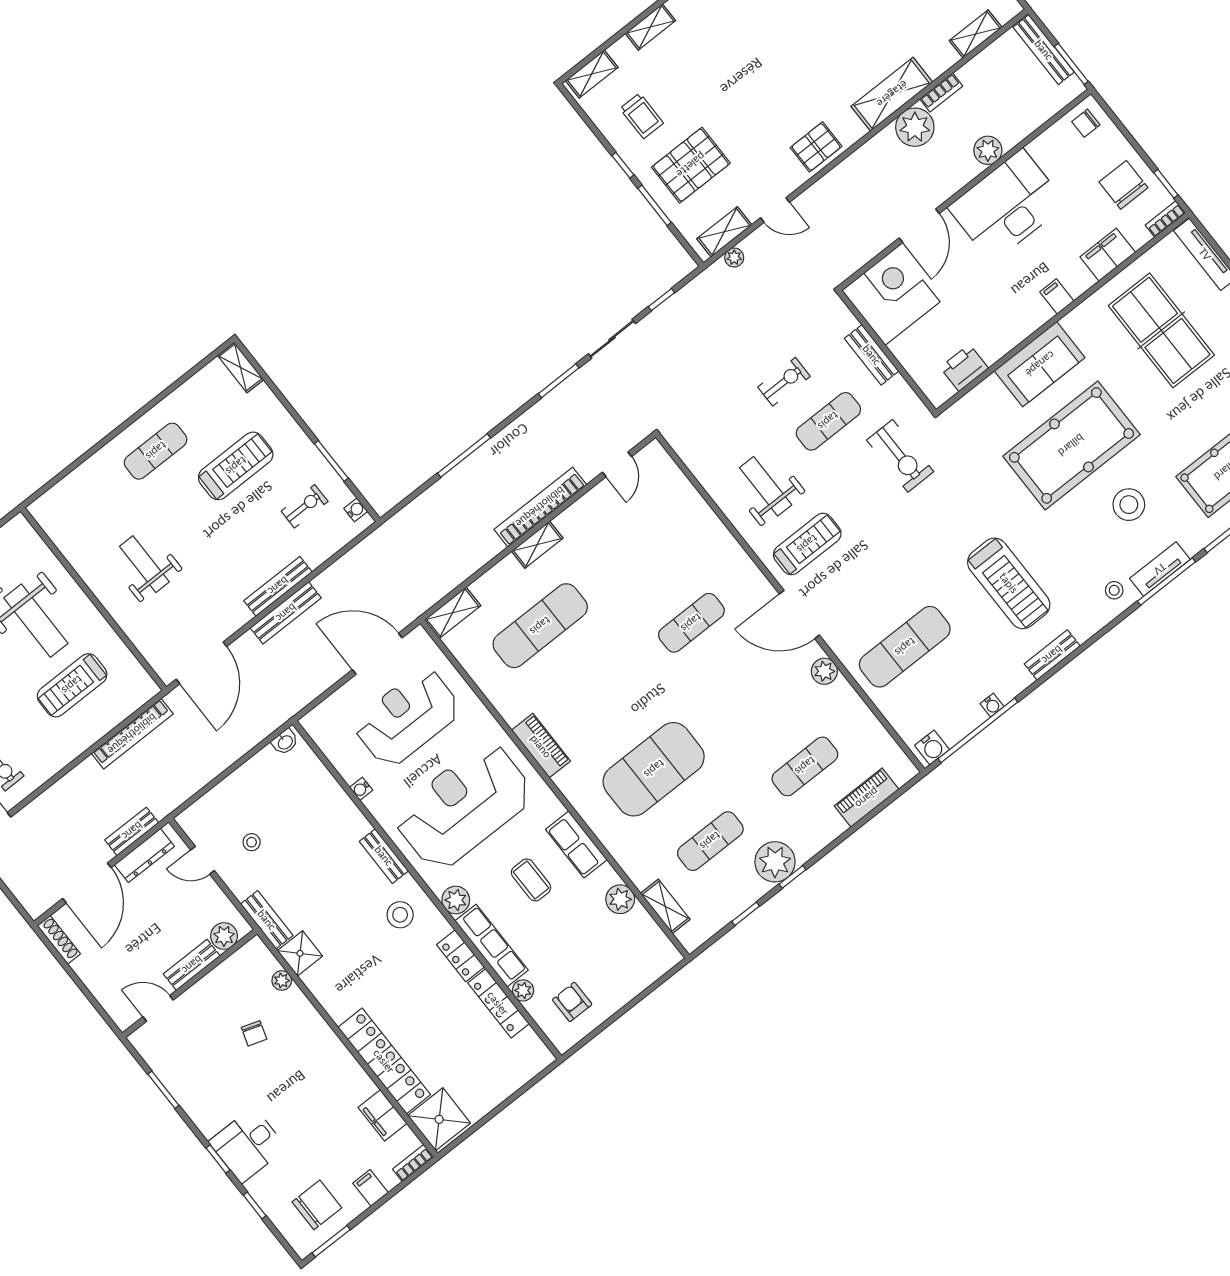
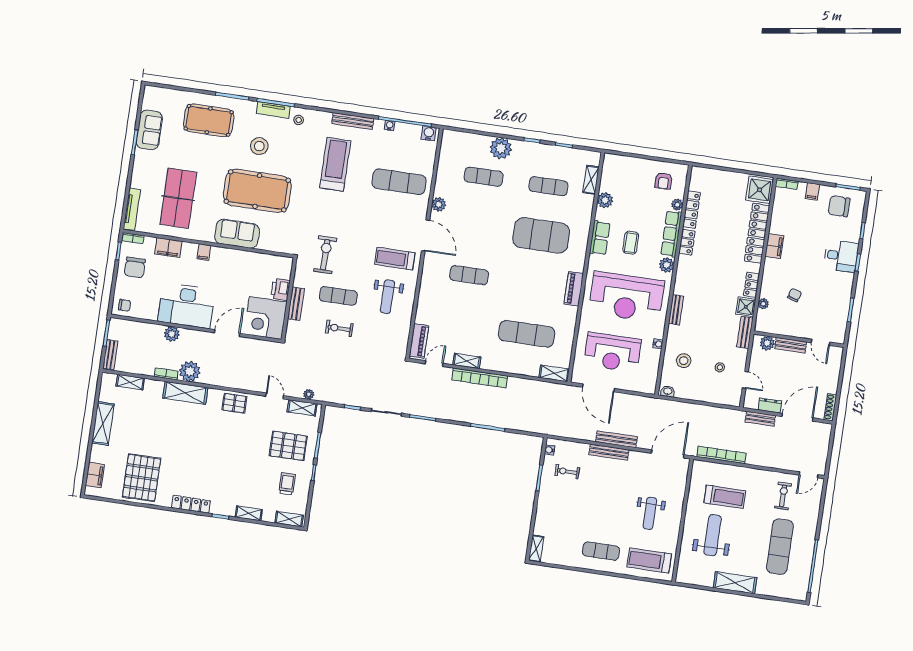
bench: (1044, 50) -> (110, 355), width x0.73
printer: (964, 368) -> (280, 289), moved, turned 90
treadmill: (236, 466) -> (649, 560), moved
shelving: (537, 545) -> (467, 361), moved
bench: (1052, 655) -> (353, 121), width x1.36
piano: (867, 798) -> (419, 341), moved, turned -90
dresser: (144, 856) -> (770, 405), width x0.70
plant: (775, 862) -> (501, 148), moved
stool: (400, 915) -> (684, 361), moved
locker: (322, 989) -> (752, 285), added
filing cabinet: (383, 1115) -> (774, 246), moved

